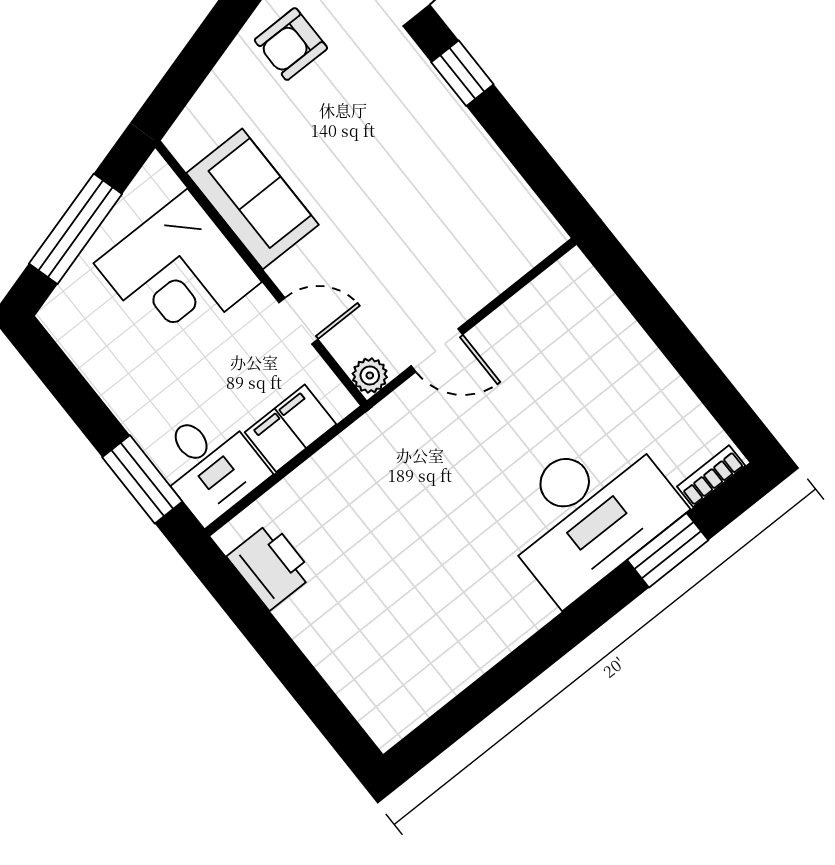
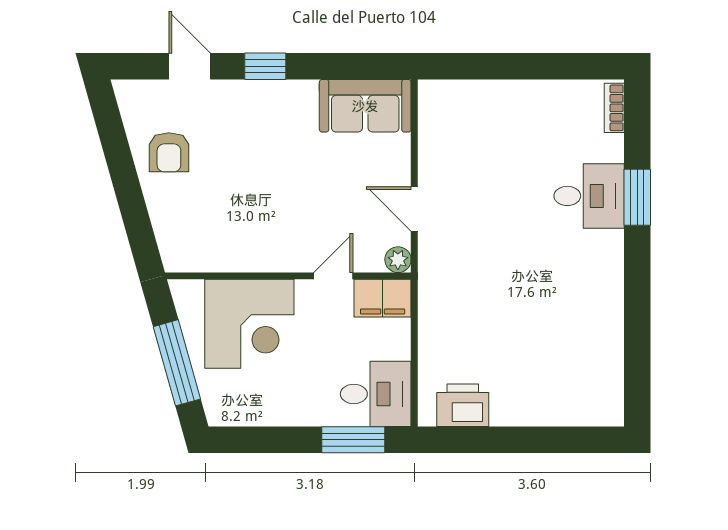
sofa: (252, 199) -> (365, 106), moved, turned 180
door: (437, 350) -> (414, 209), swing flipped
filing cabinet: (291, 428) -> (383, 298), moved, turned -90
desk: (588, 512) -> (589, 196), width x0.53, depth x0.77
window: (668, 550) -> (637, 197), moved

